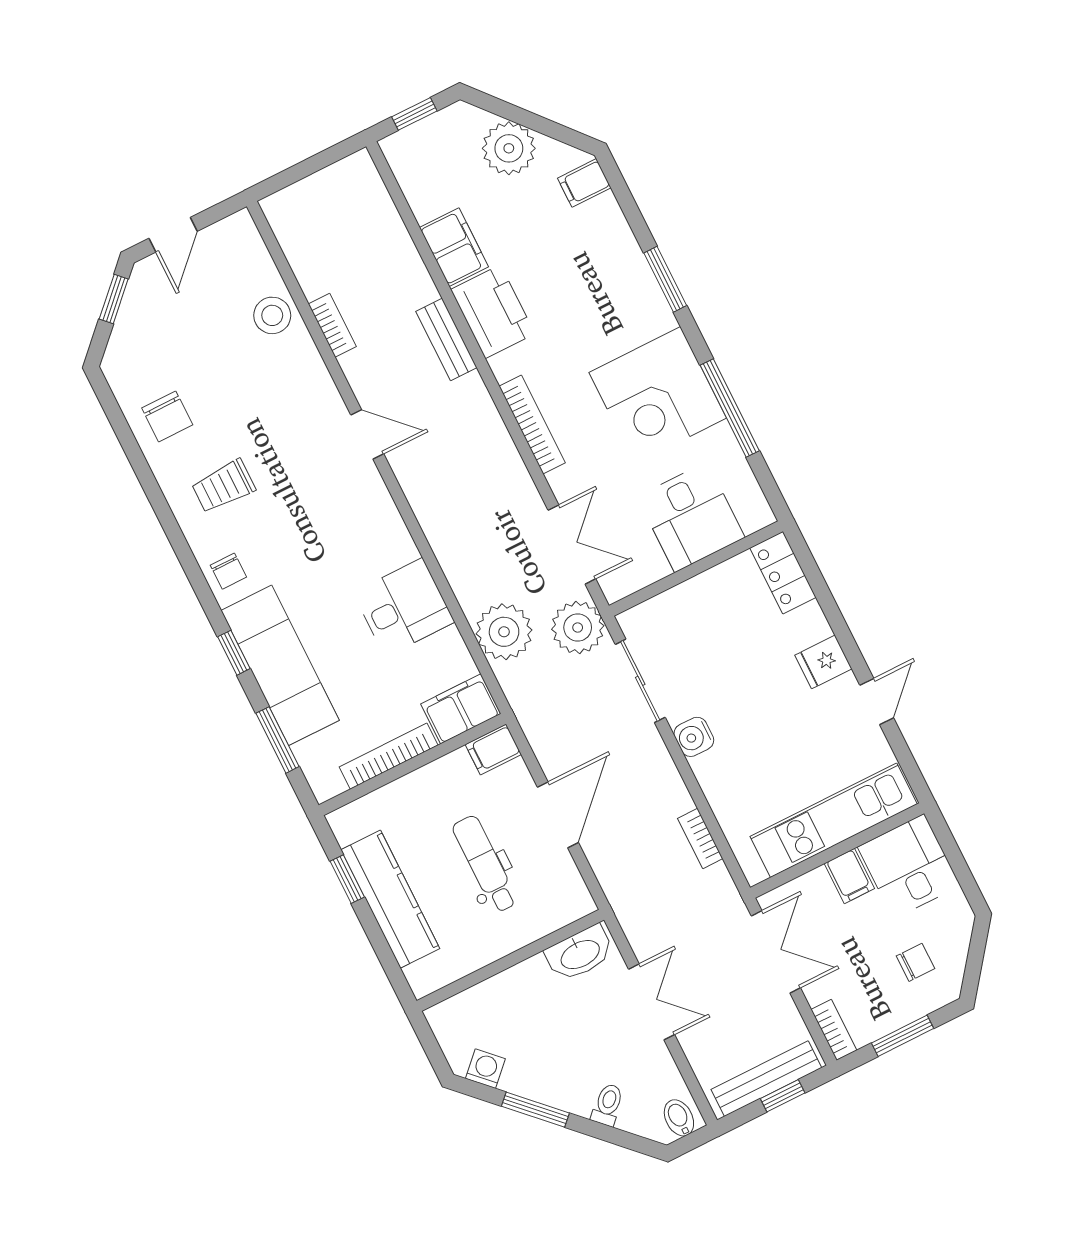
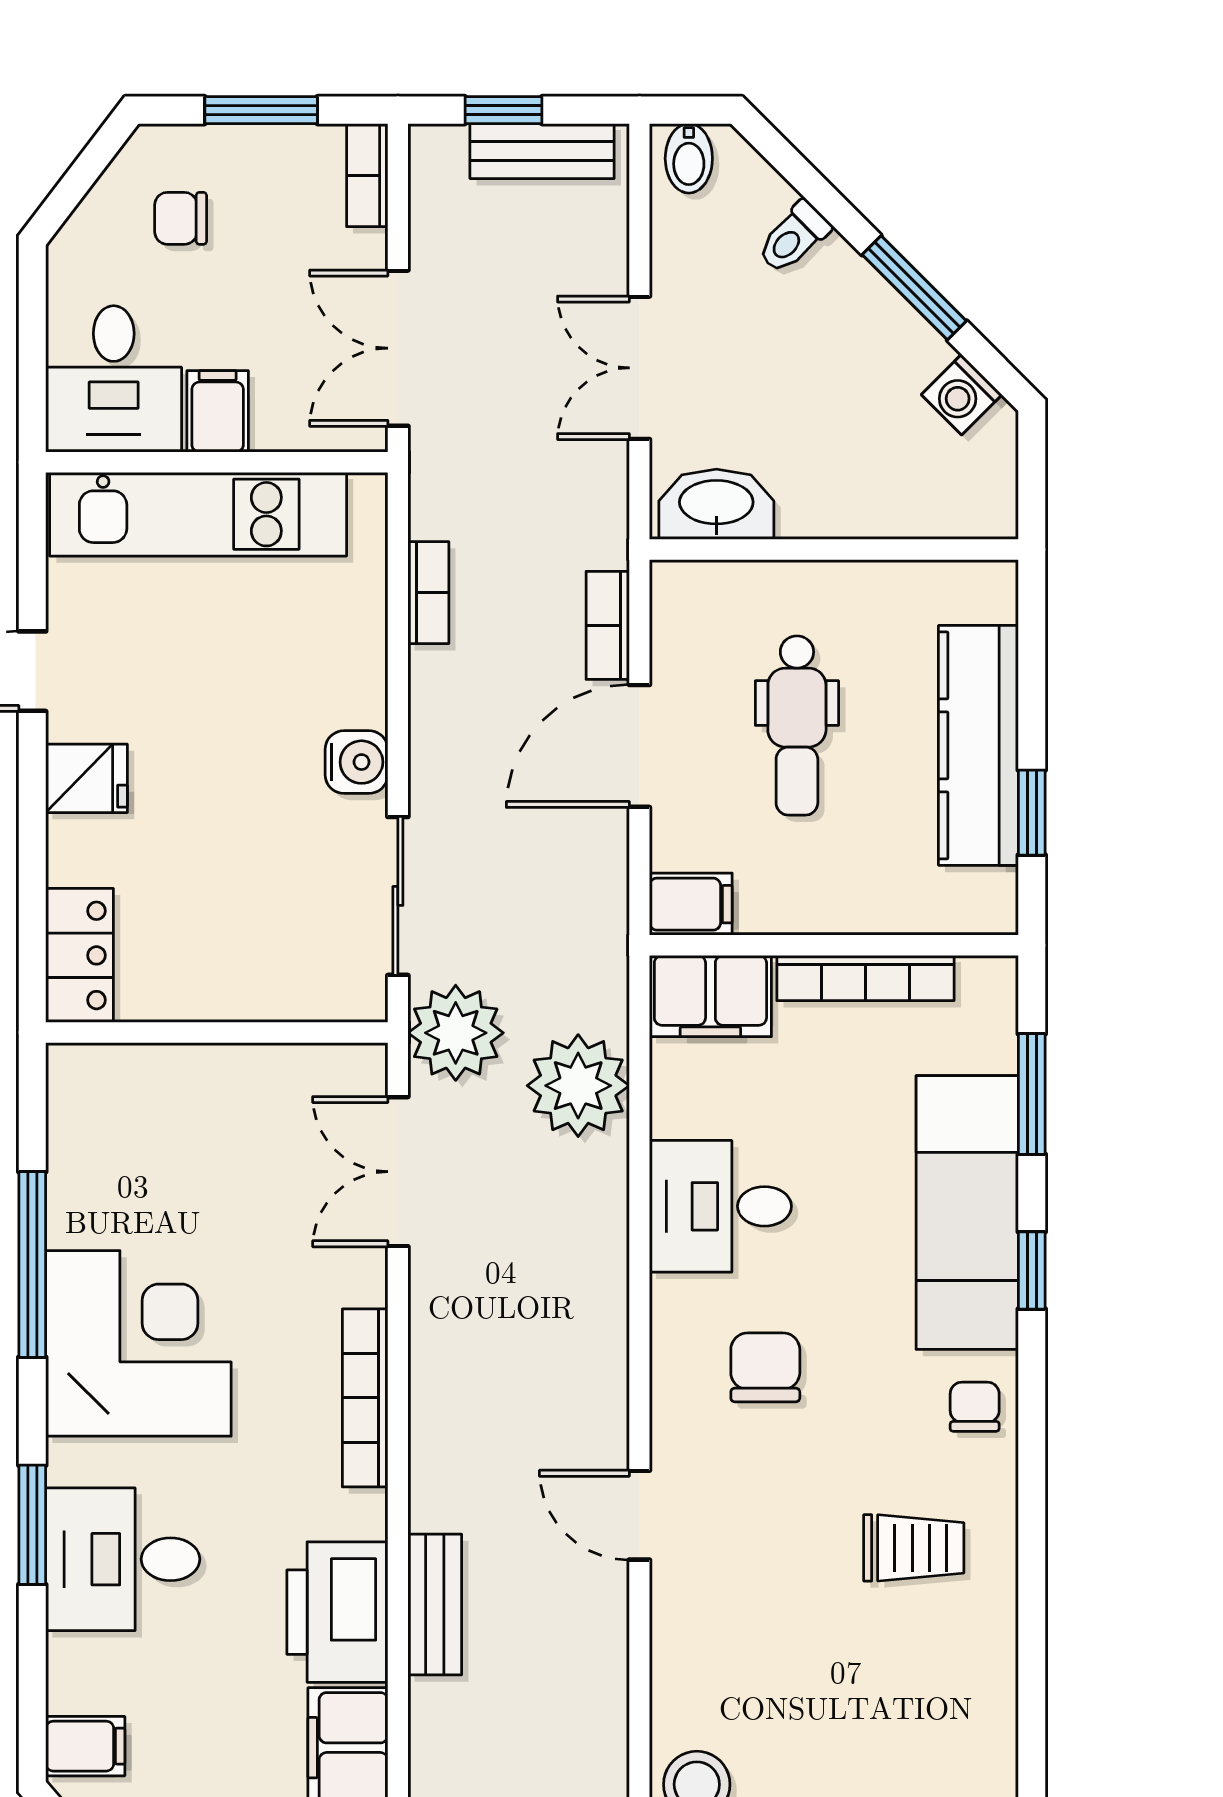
bookcase: (332, 325) -> (608, 625), moved
chair: (167, 416) -> (765, 1367), moved
desk: (691, 517) -> (123, 1559), moved, turned -90
bench: (766, 1079) -> (542, 151), width x0.73

